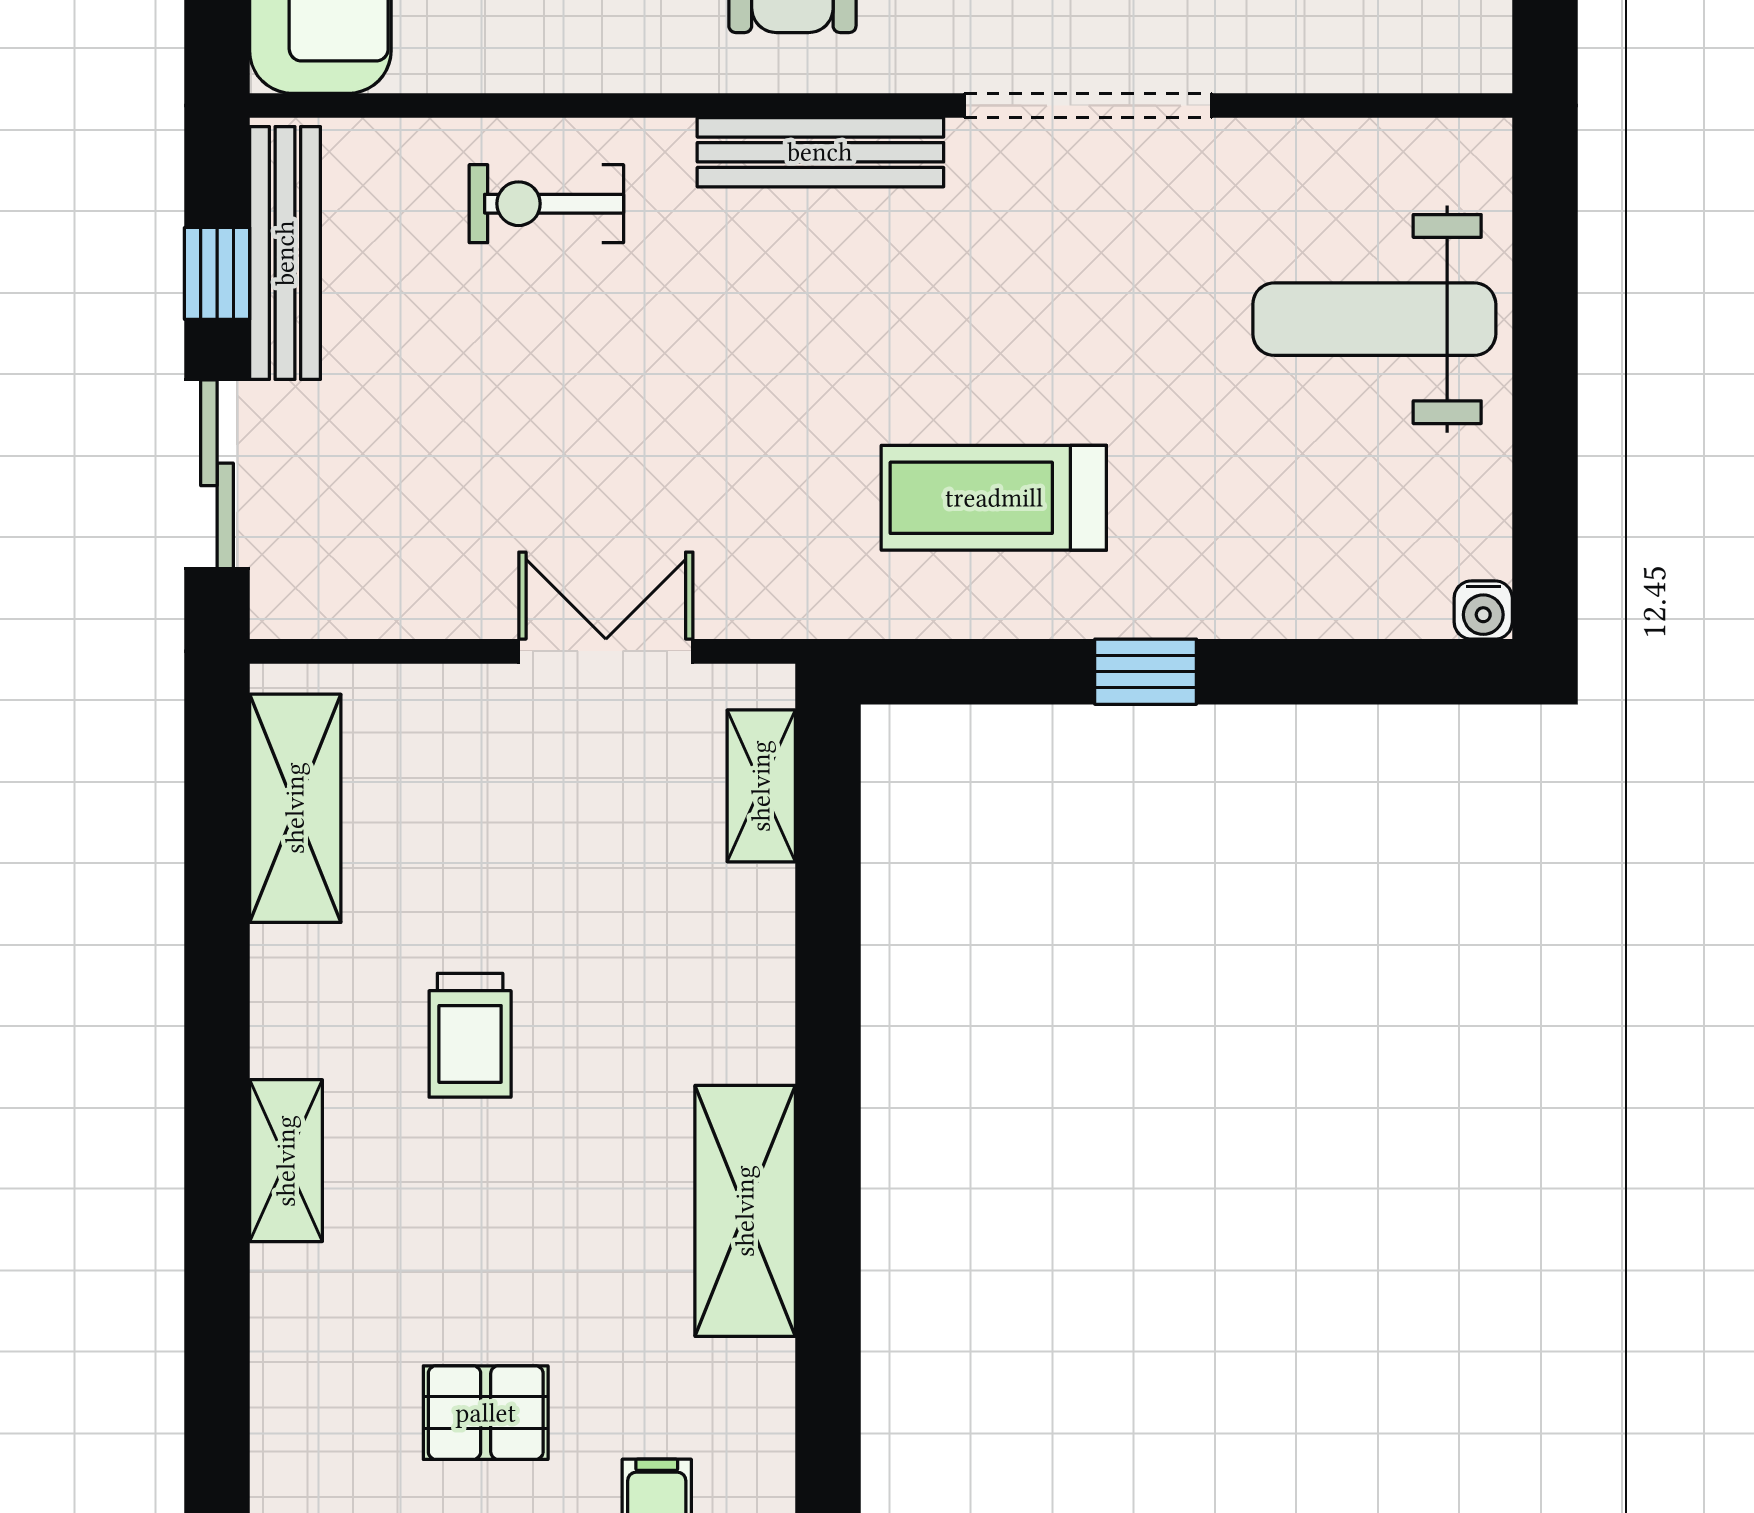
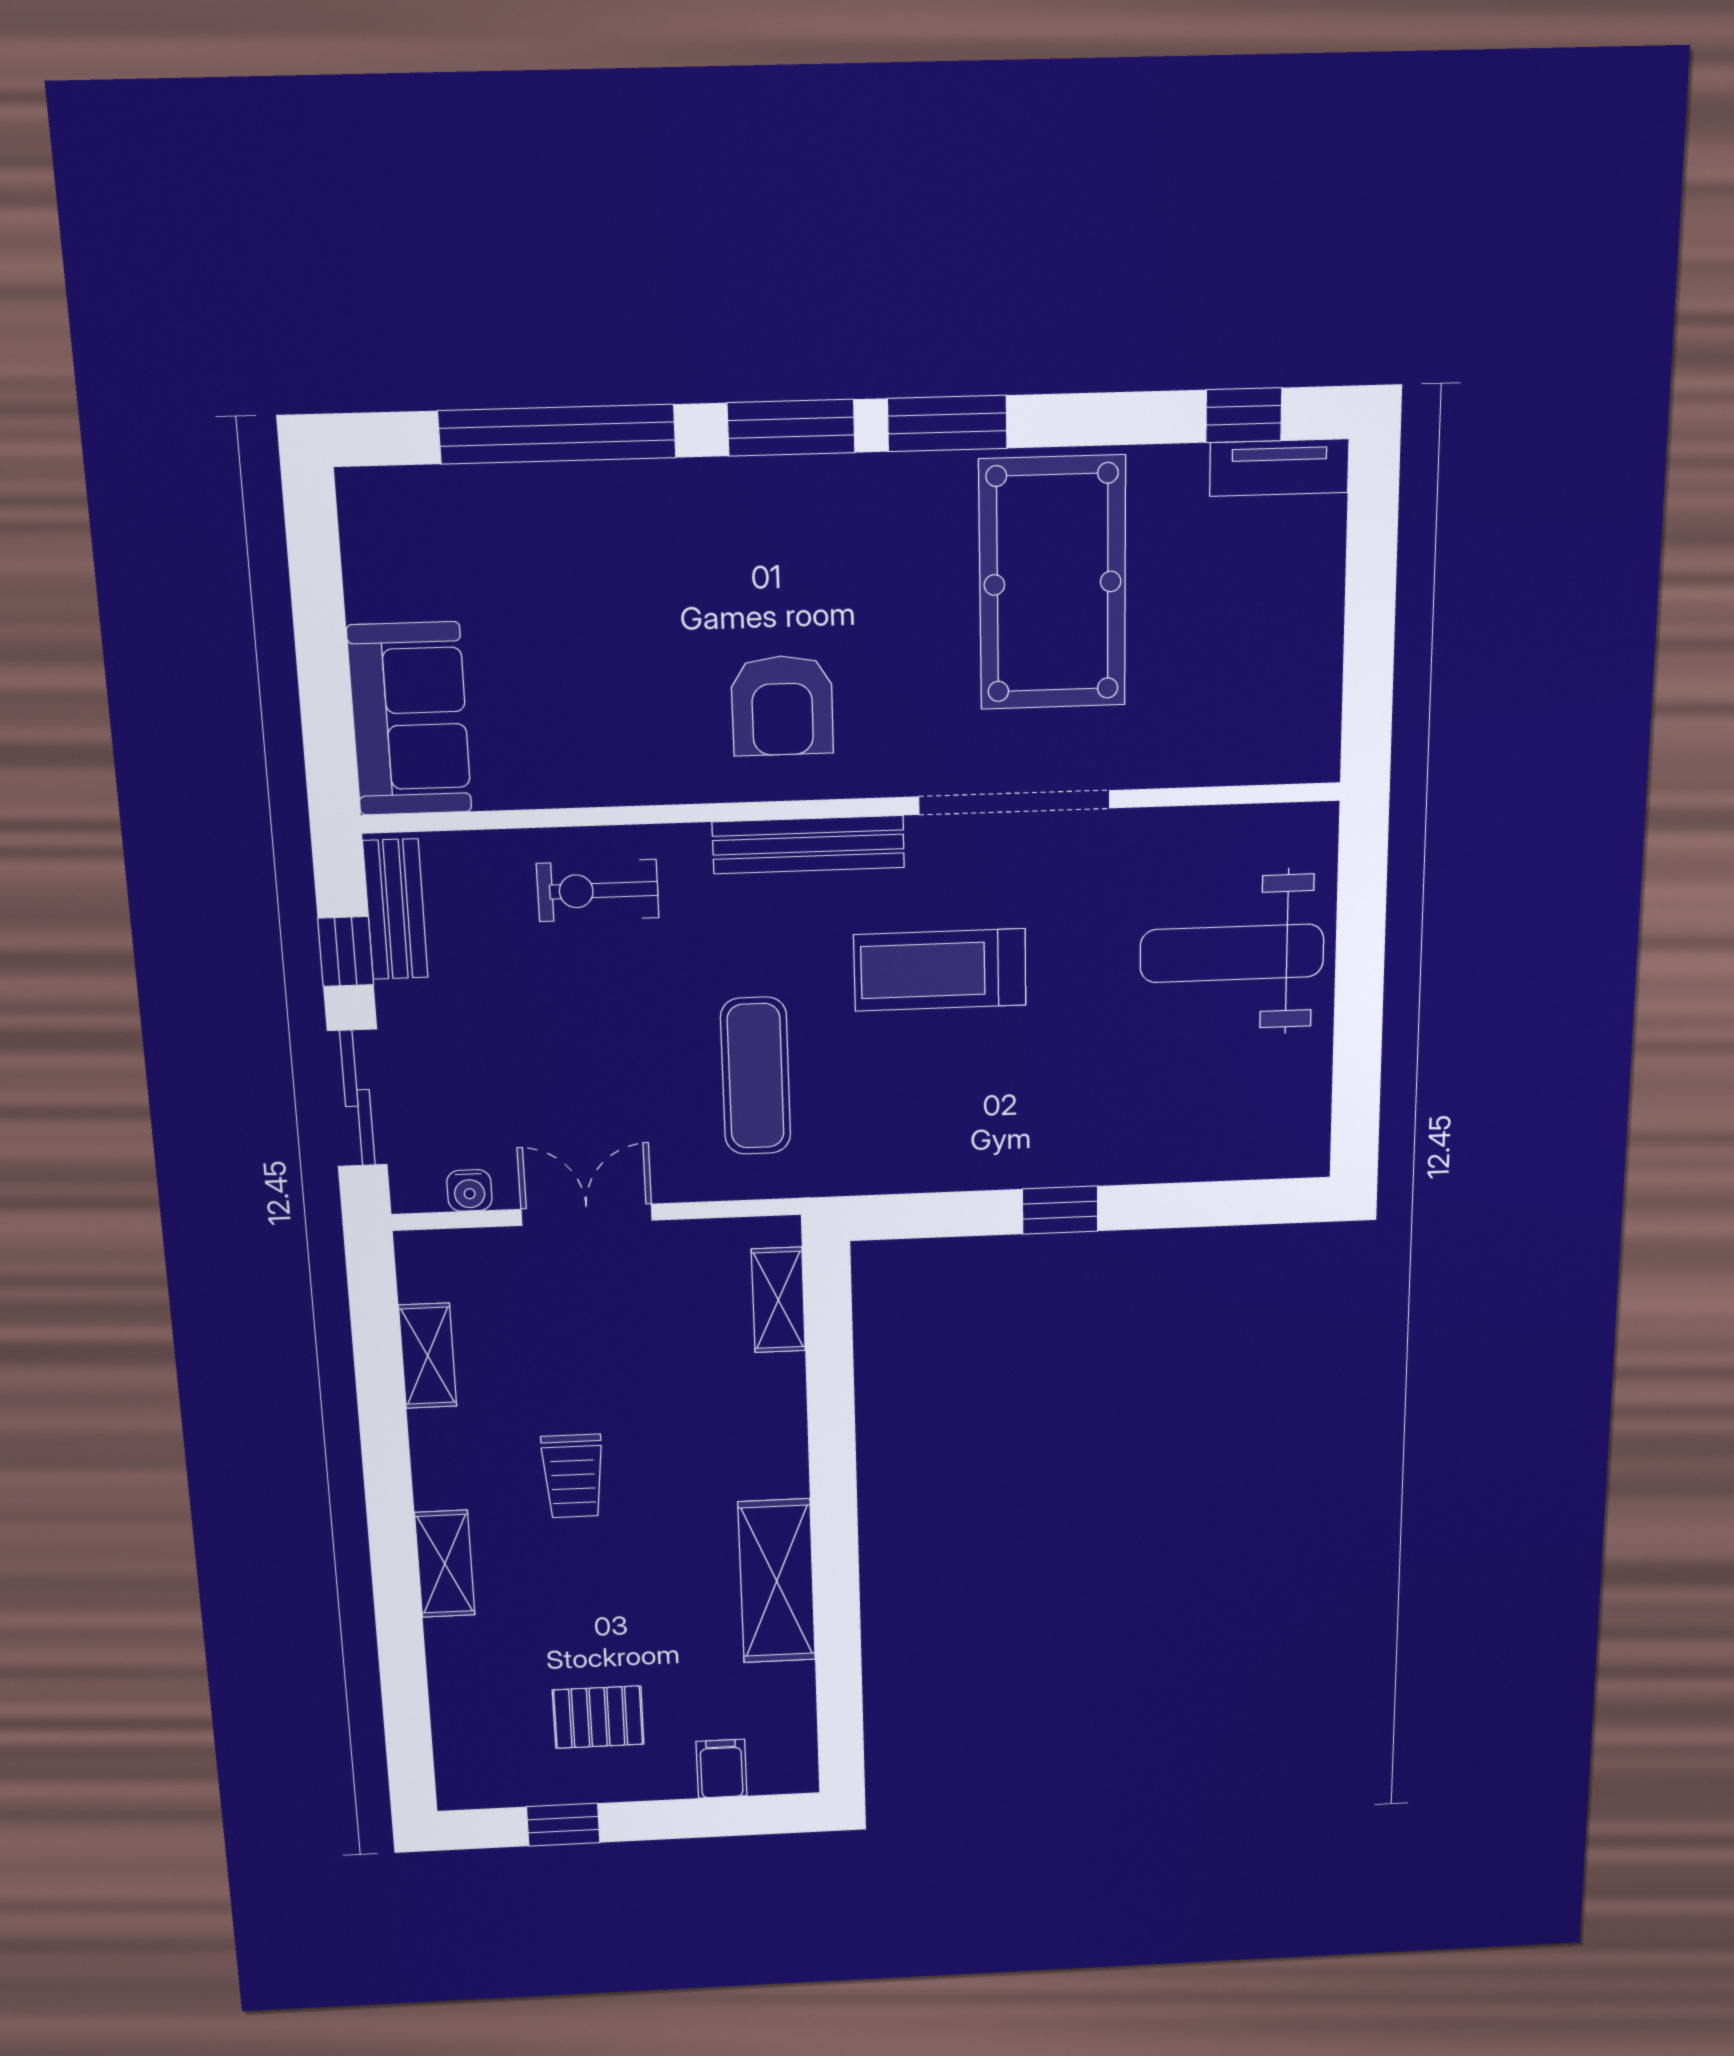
bench: (285, 253) -> (395, 909), width x0.73
exercise mat: (741, 465) -> (756, 1076), added
treadmill: (994, 498) -> (940, 970), moved
water cooler: (1483, 610) -> (469, 1190), moved
double door: (606, 651) -> (587, 1215), moved
shelving: (295, 808) -> (428, 1356), width x0.67, depth x0.75

